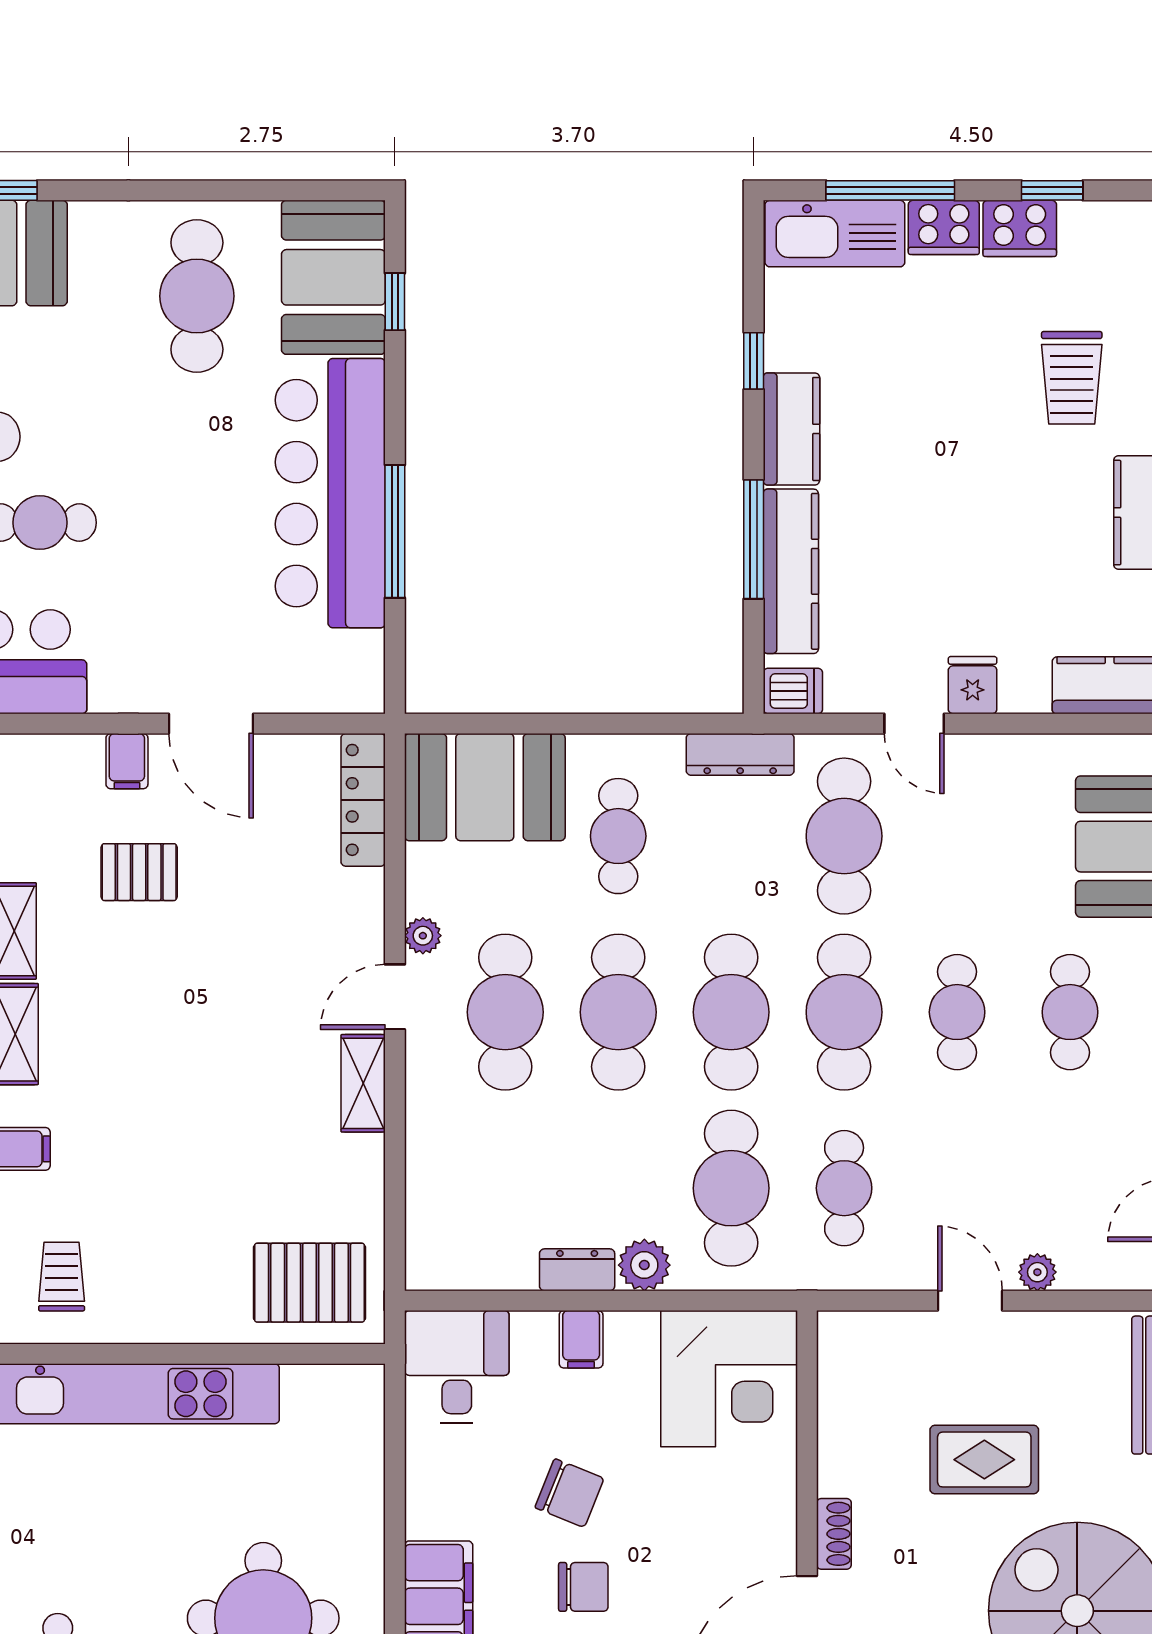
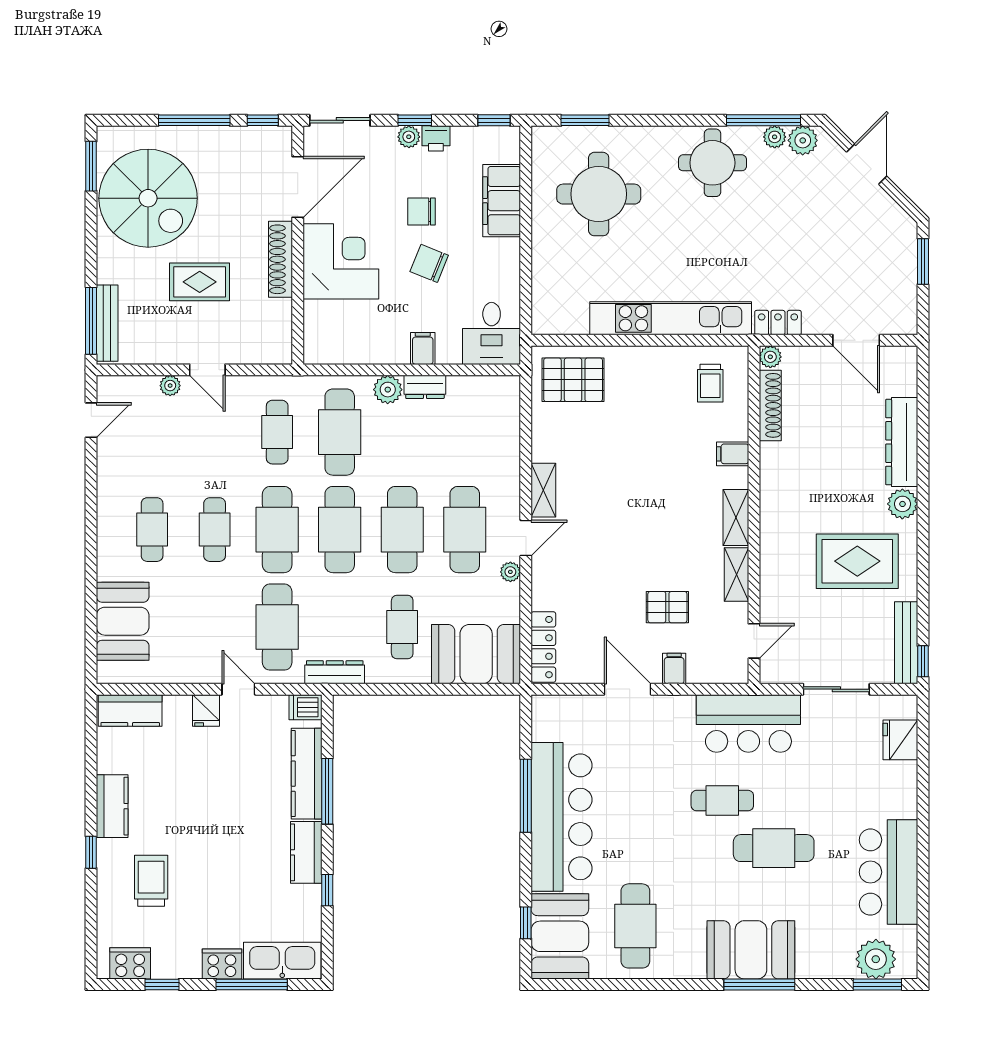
cooker: (1020, 228) -> (130, 963), moved
corner desk: (729, 1379) -> (341, 261), moved, turned 90
shoe rack: (834, 1534) -> (281, 259), width x1.94, depth x1.24

